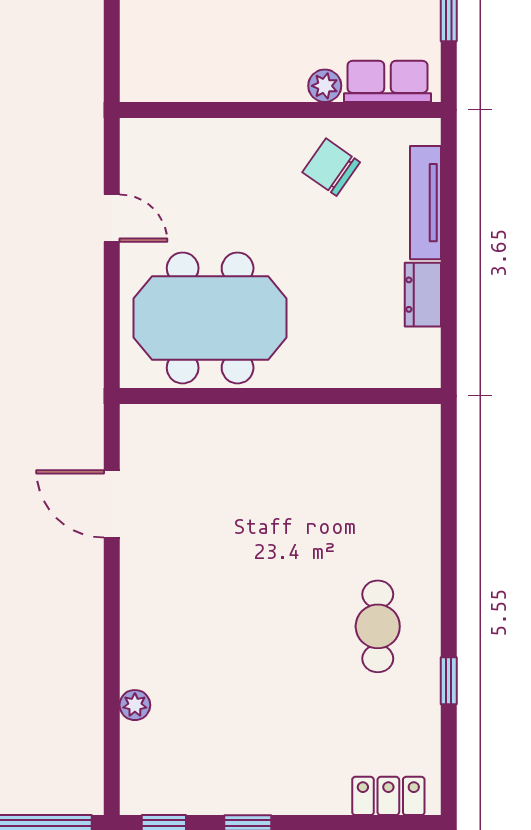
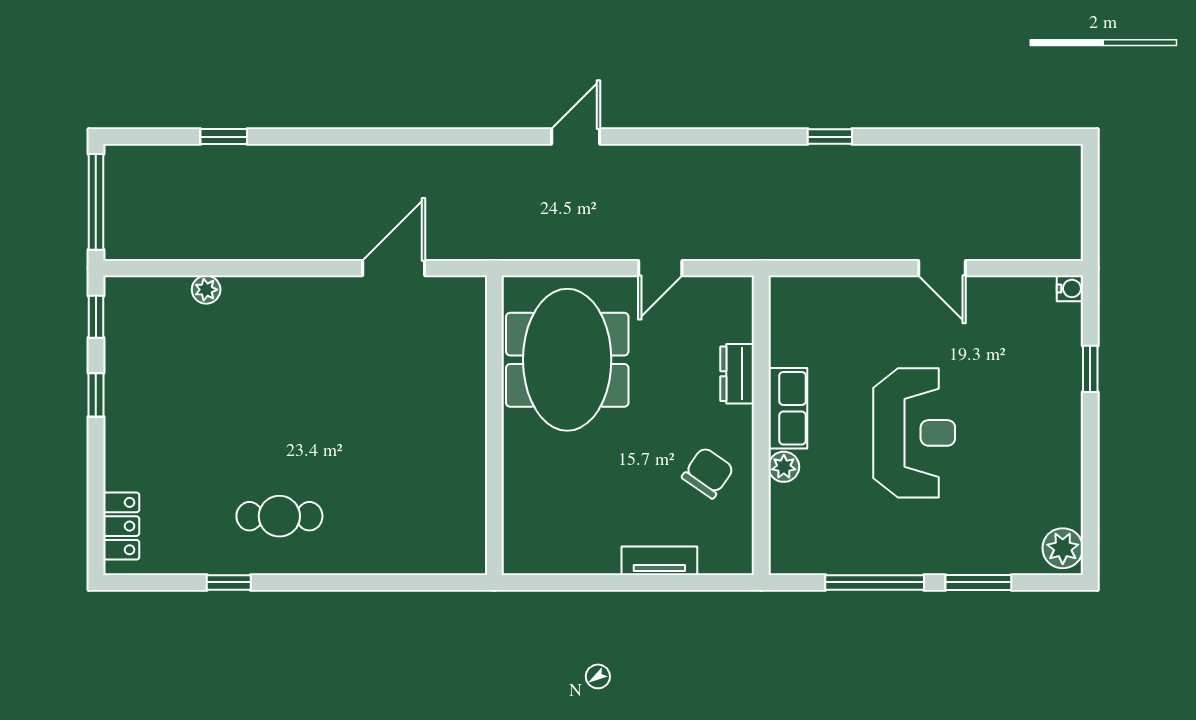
row of seats: (388, 81) -> (788, 408), moved
tv unit: (426, 203) -> (659, 561), width x0.71
dresser: (423, 295) -> (737, 374), moved, turned -90

